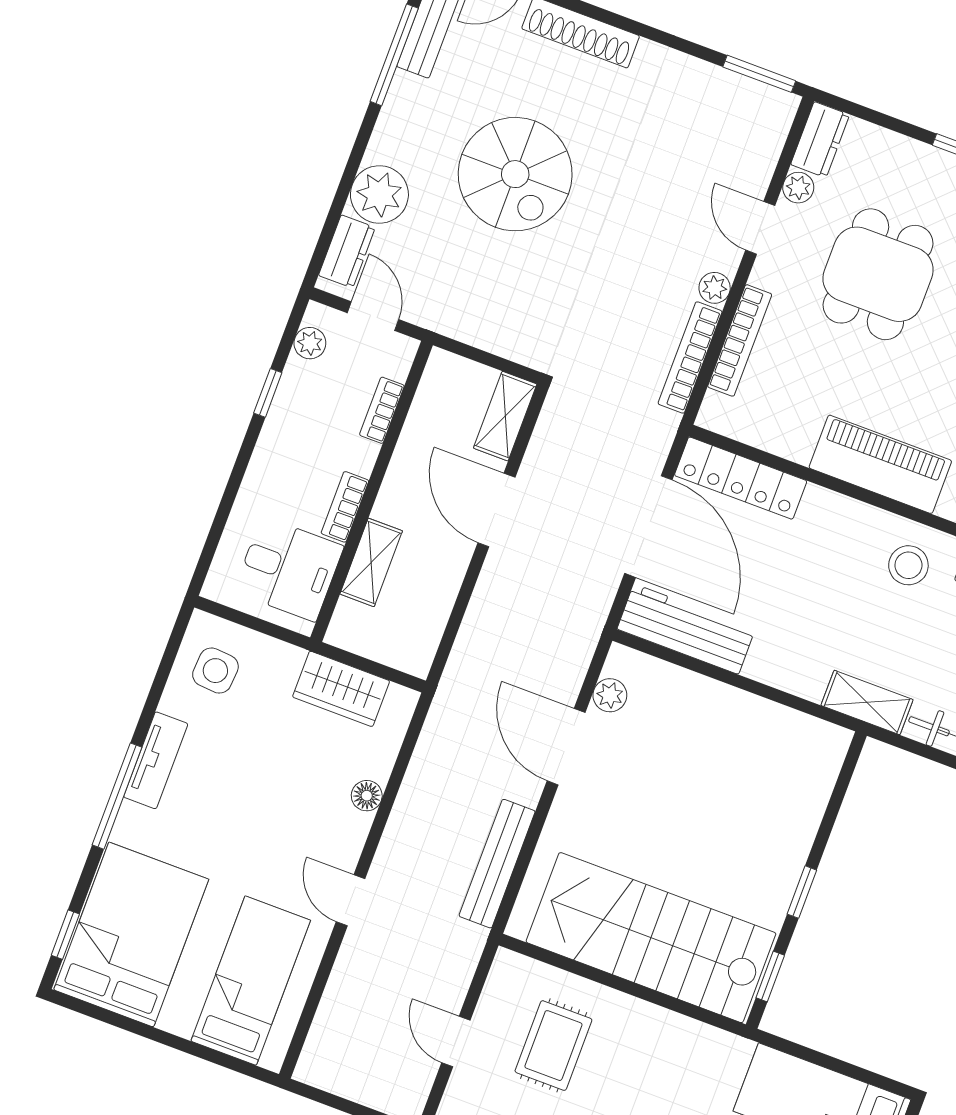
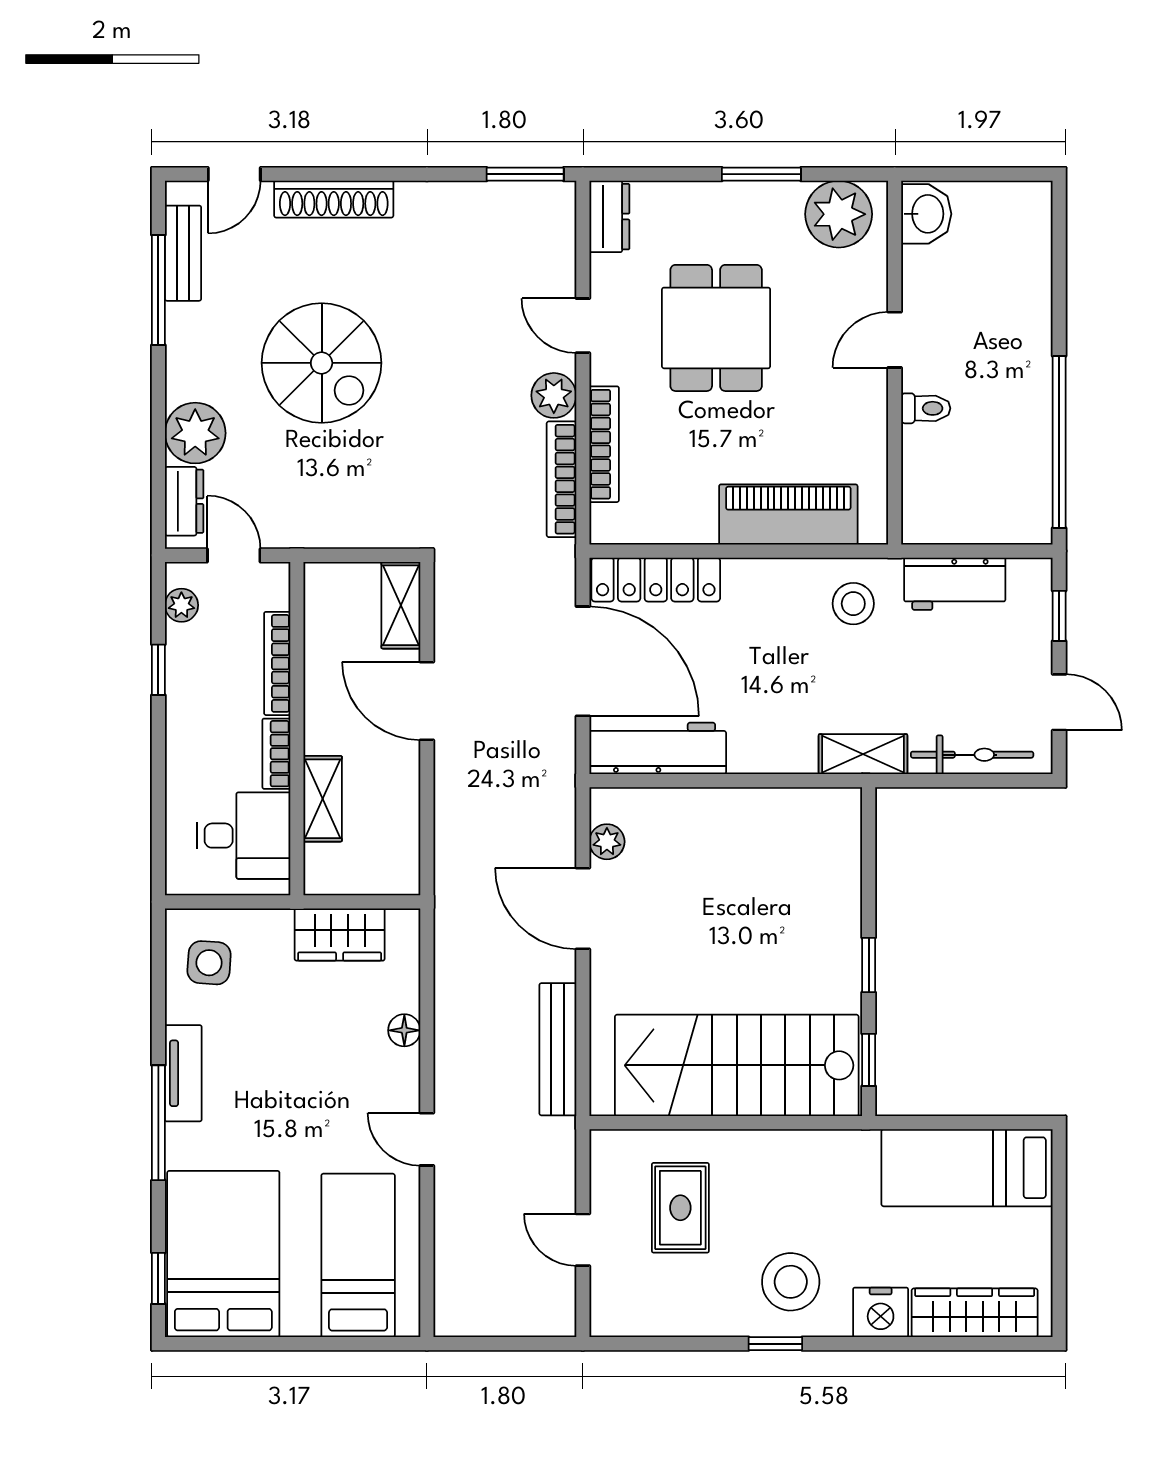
plant: (798, 188) -> (606, 272), removed
plant: (715, 288) -> (554, 395), width x1.38, depth x1.38
bookcase: (382, 410) -> (277, 663), width x1.56

